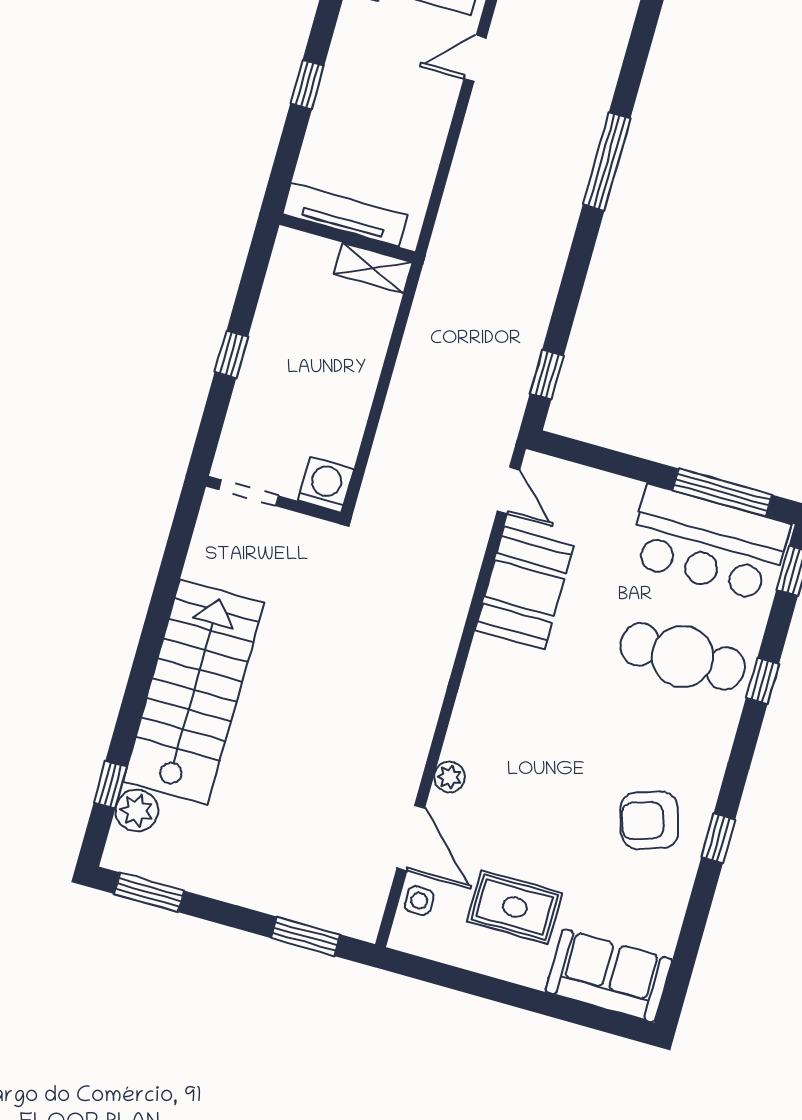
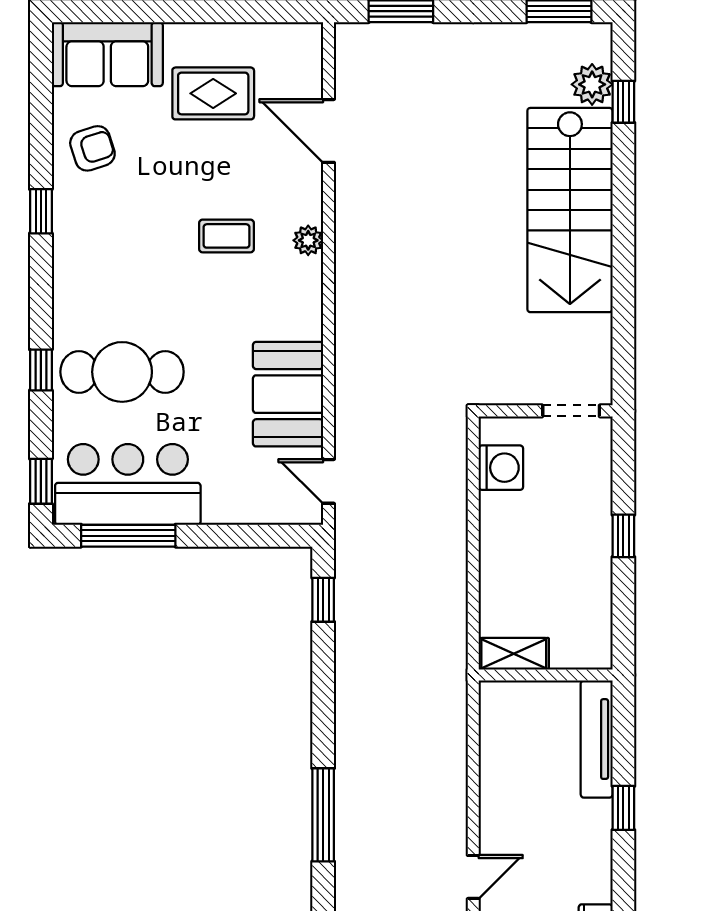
tv unit: (345, 215) -> (597, 739), moved, turned 90
washing machine: (326, 485) -> (501, 468), moved, turned -90
coffee table: (541, 762) -> (226, 236), added
plant: (450, 777) -> (308, 240), moved
armchair: (649, 820) -> (92, 148), moved, width x0.72, depth x0.72
side table: (419, 901) -> (304, 74), removed

